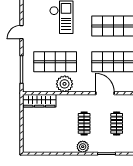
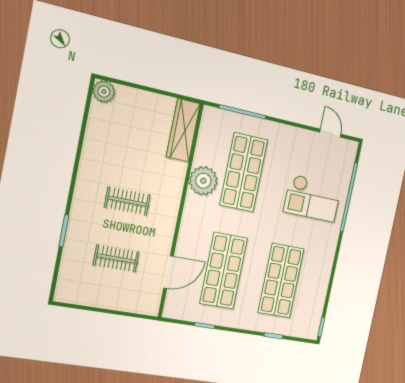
door: (22, 32) -> (330, 133), moved
door: (105, 93) -> (168, 272), moved
plant: (83, 147) -> (104, 92), moved

